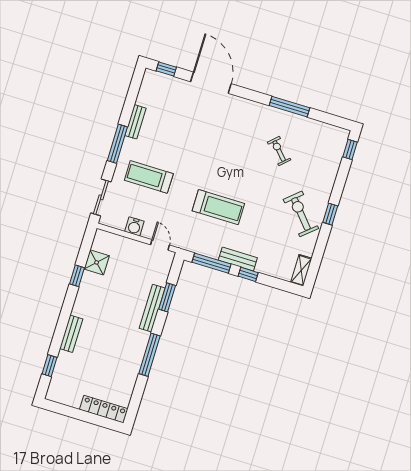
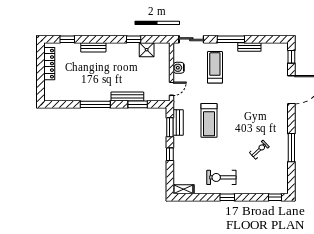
exercise bike: (301, 214) -> (221, 177), turned -139
bench: (238, 259) -> (178, 123), moved
window: (211, 263) -> (170, 127), width x0.69
locker: (104, 409) -> (49, 64), moved

